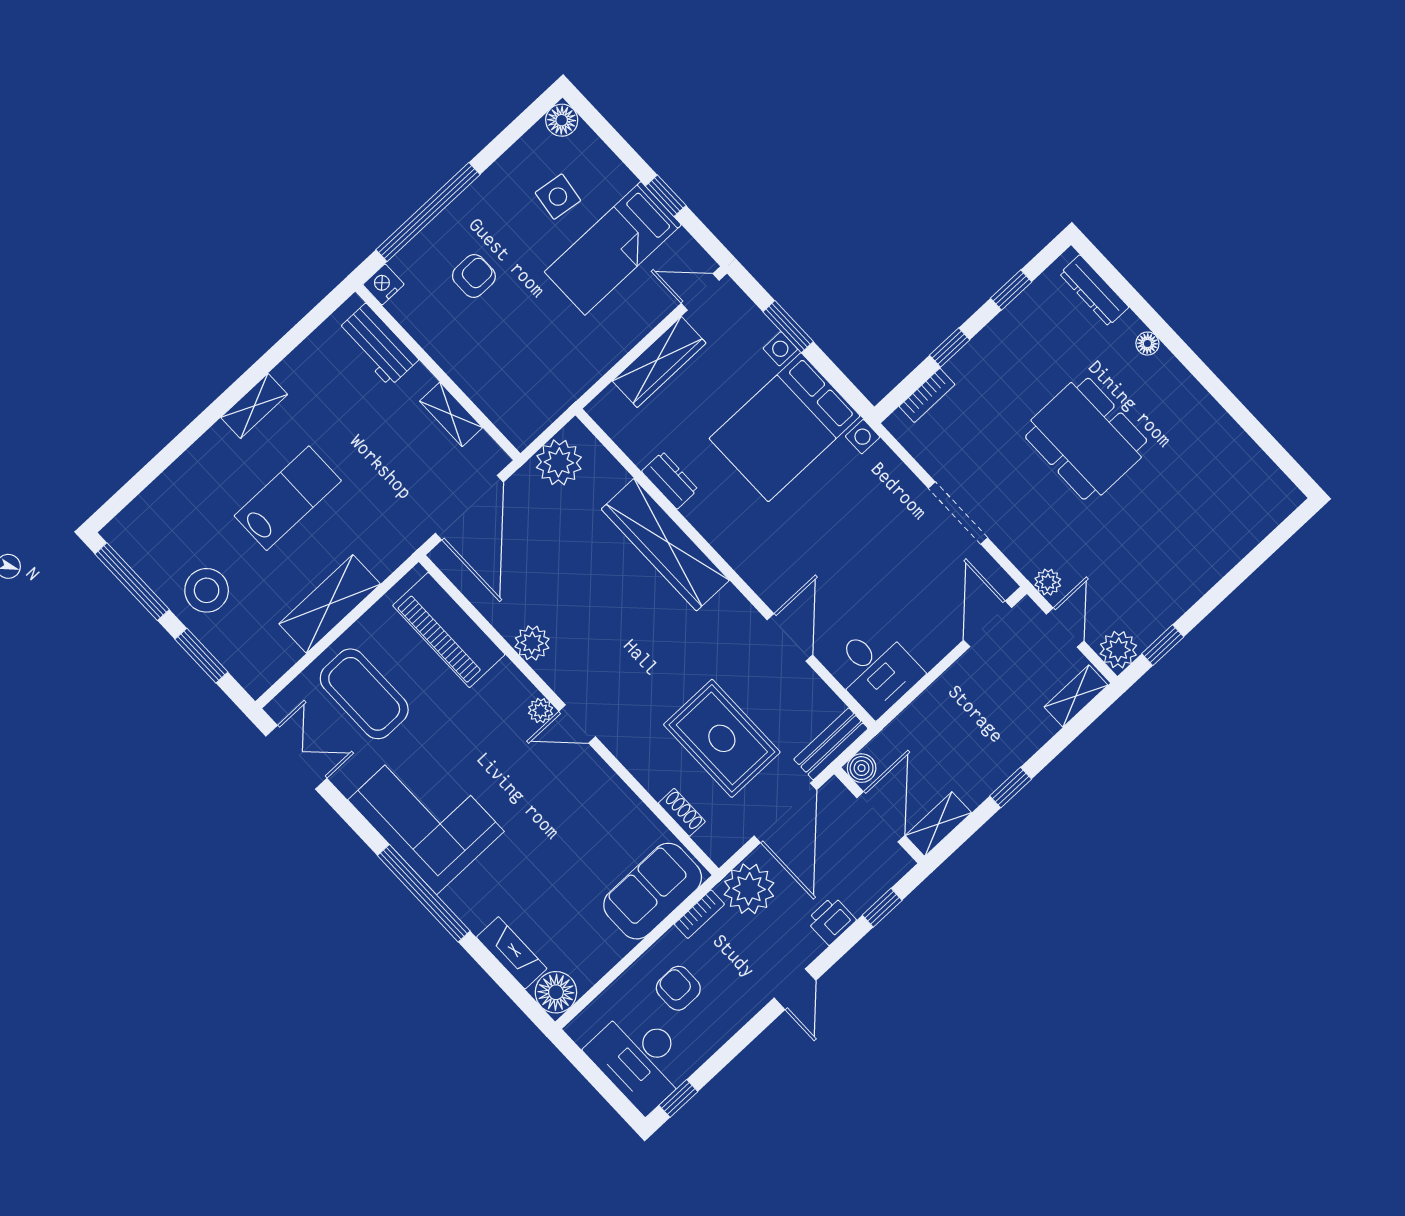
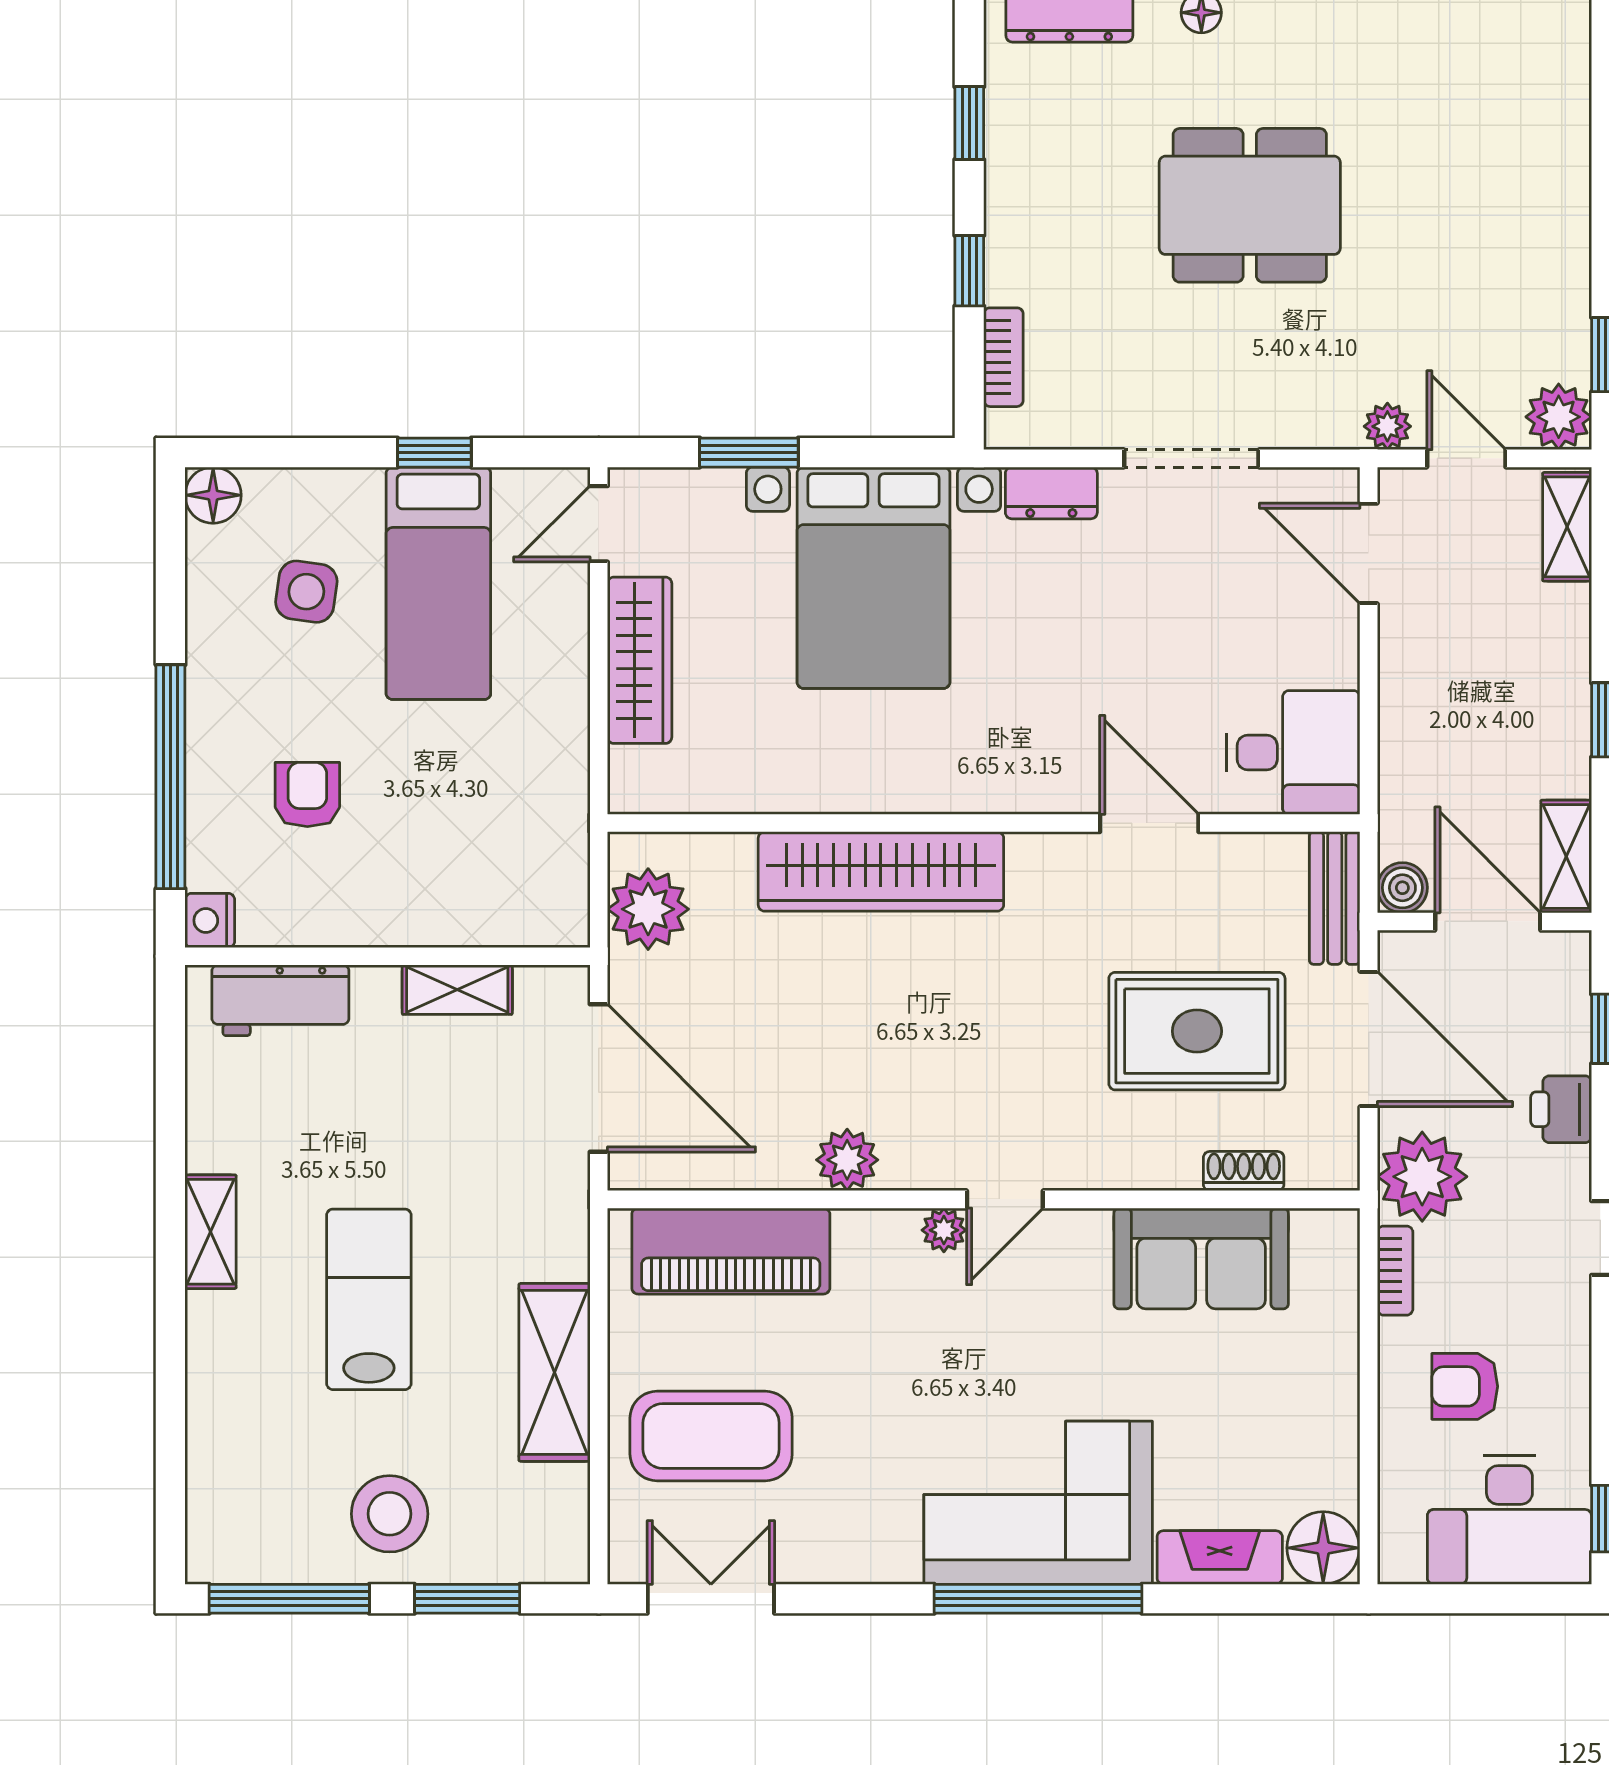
dresser: (670, 480) -> (1051, 493), moved, turned 180
corner sofa: (426, 816) -> (1038, 1503), moved
sofa: (653, 891) -> (1201, 1258), moved, turned -90

